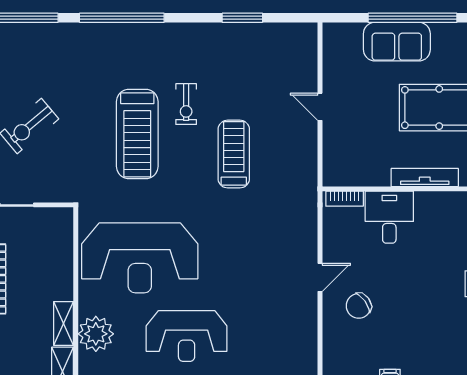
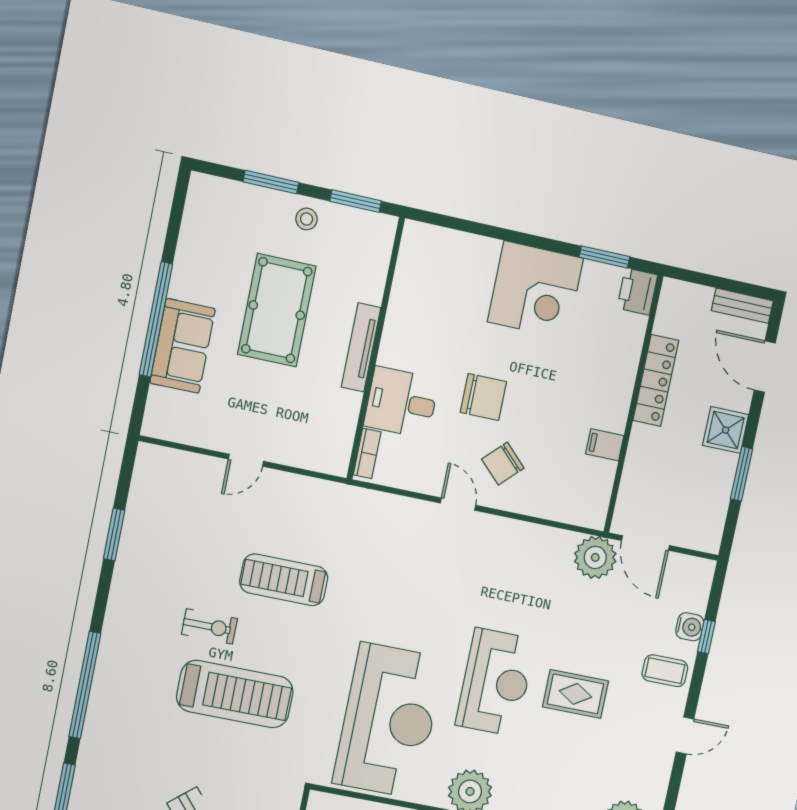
chair: (407, 280) -> (483, 397), added
chair: (359, 306) -> (503, 464), turned 81

